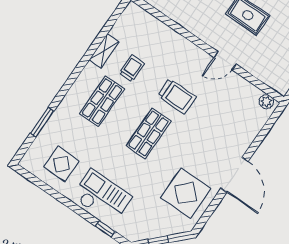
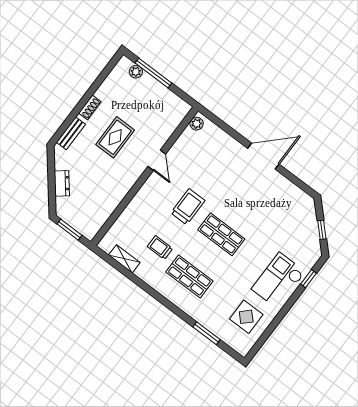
shelving: (104, 51) -> (124, 259), moved
display table: (186, 193) -> (278, 202), removed

